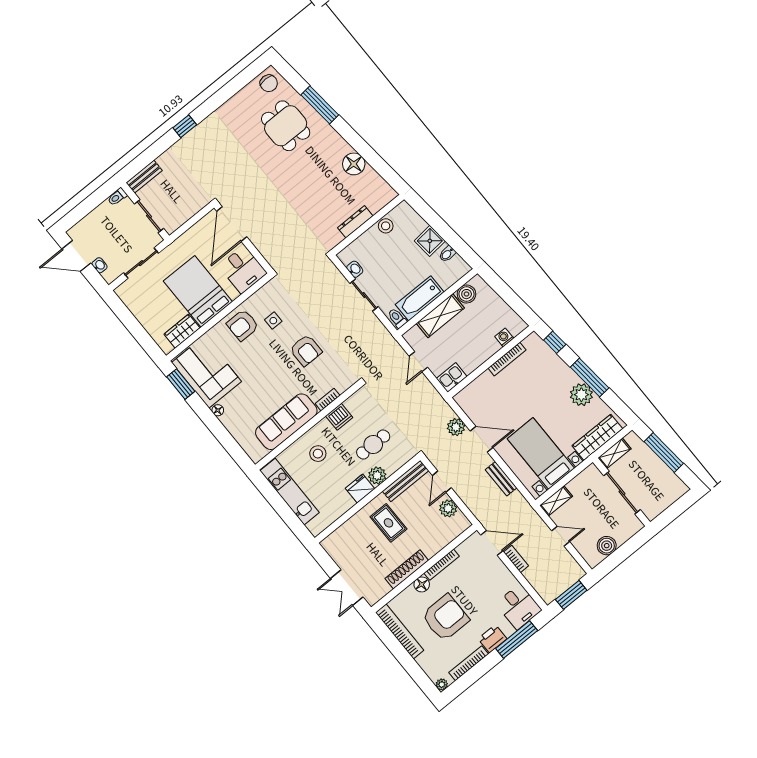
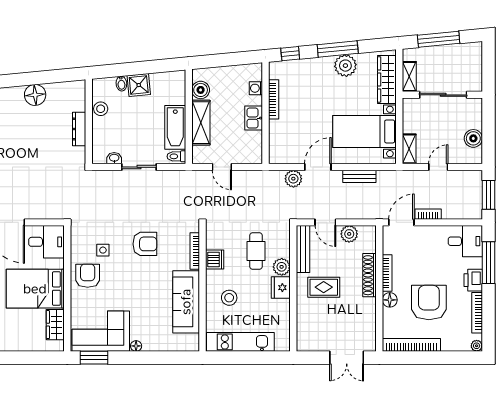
bidet: (447, 254) -> (121, 84), moved
armchair: (243, 325) -> (88, 276), turned 180
kitchen sink: (452, 378) -> (254, 118), moved
bookcase: (328, 400) -> (195, 251), width x1.56
shoe rack: (407, 569) -> (370, 275), moved

